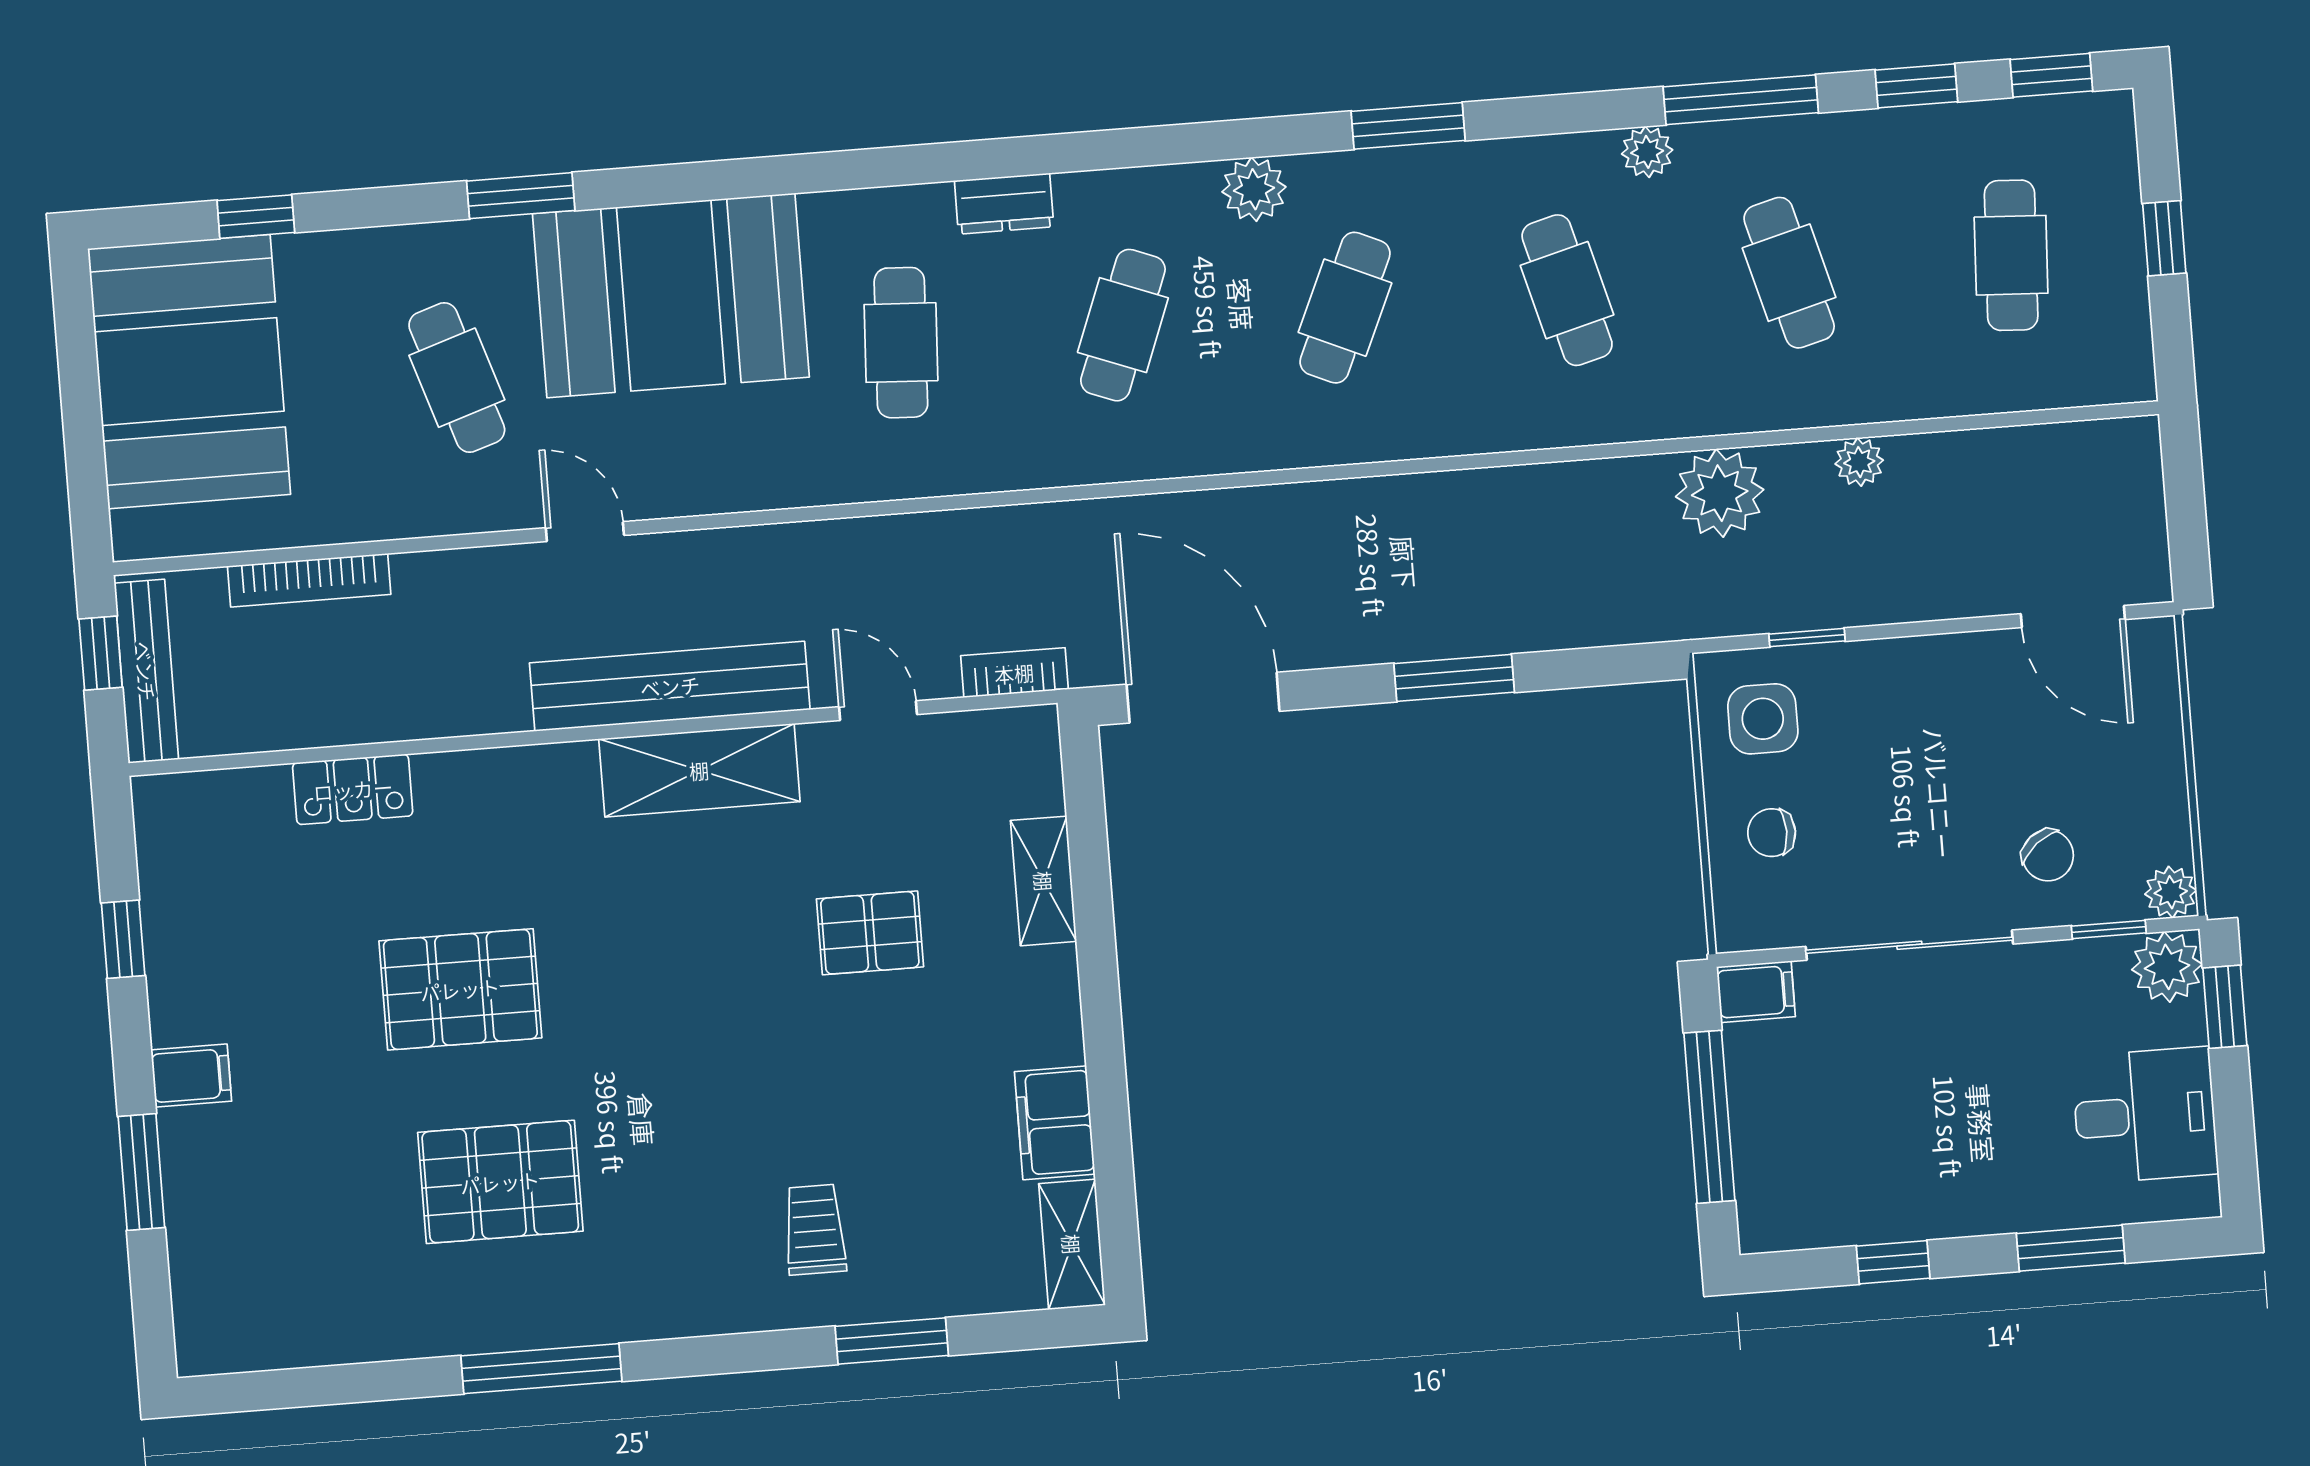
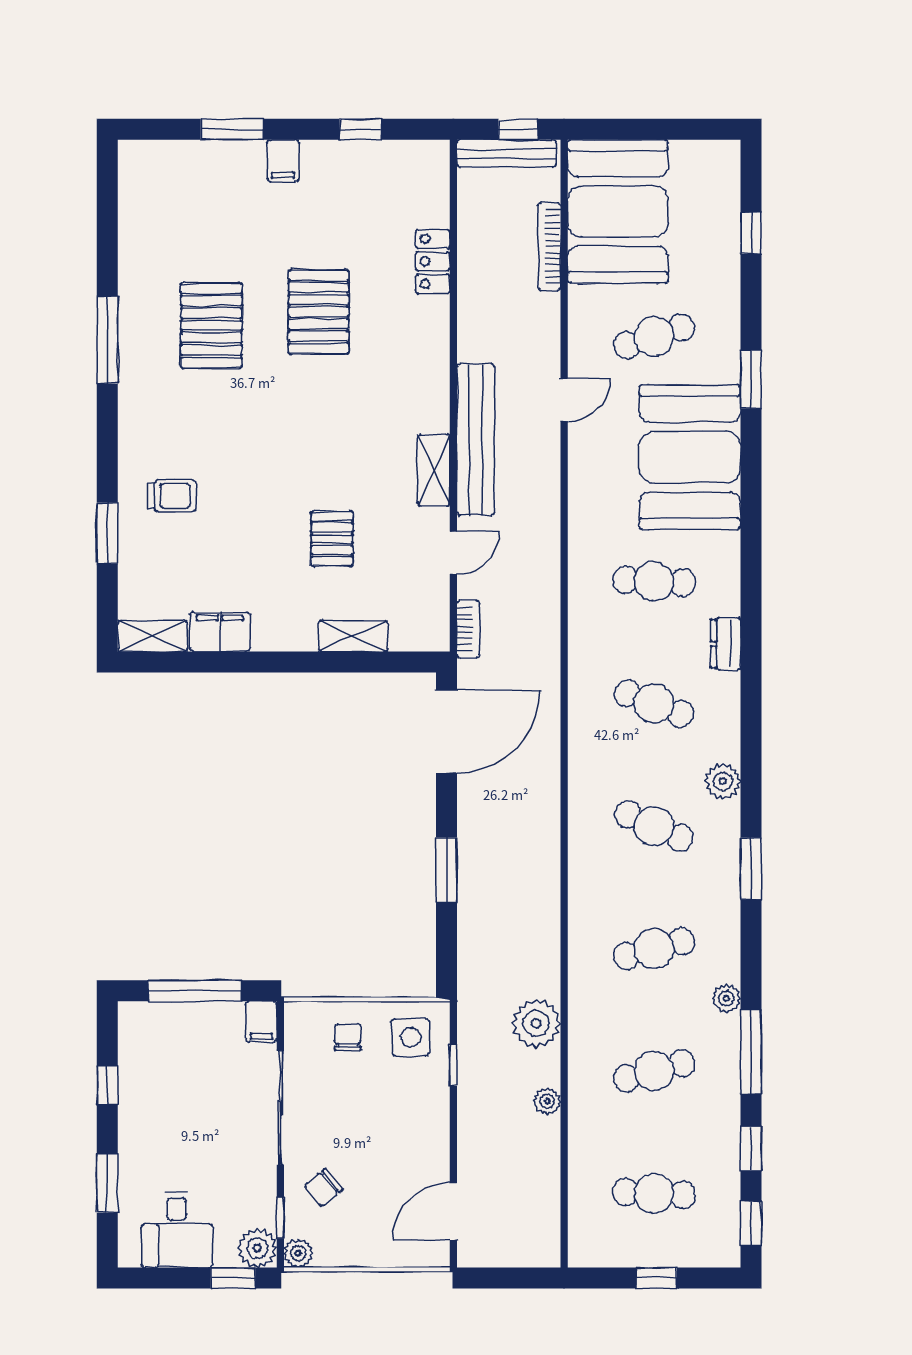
booth: (189, 372) -> (618, 211), moved, turned 90
shelving: (699, 770) -> (434, 470), width x0.67, depth x0.75

